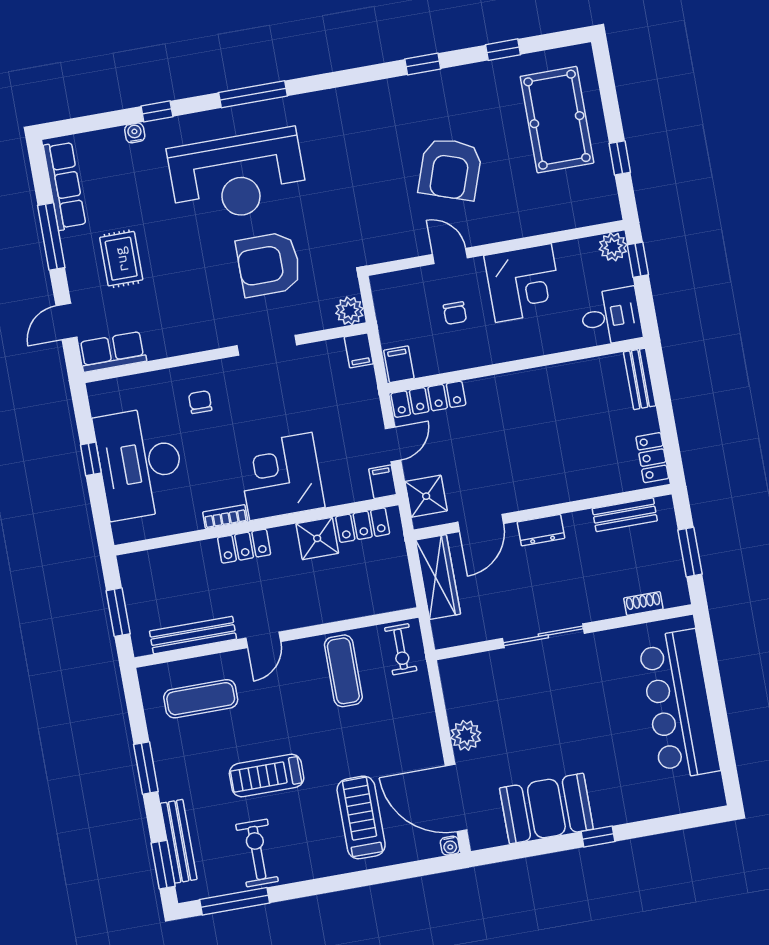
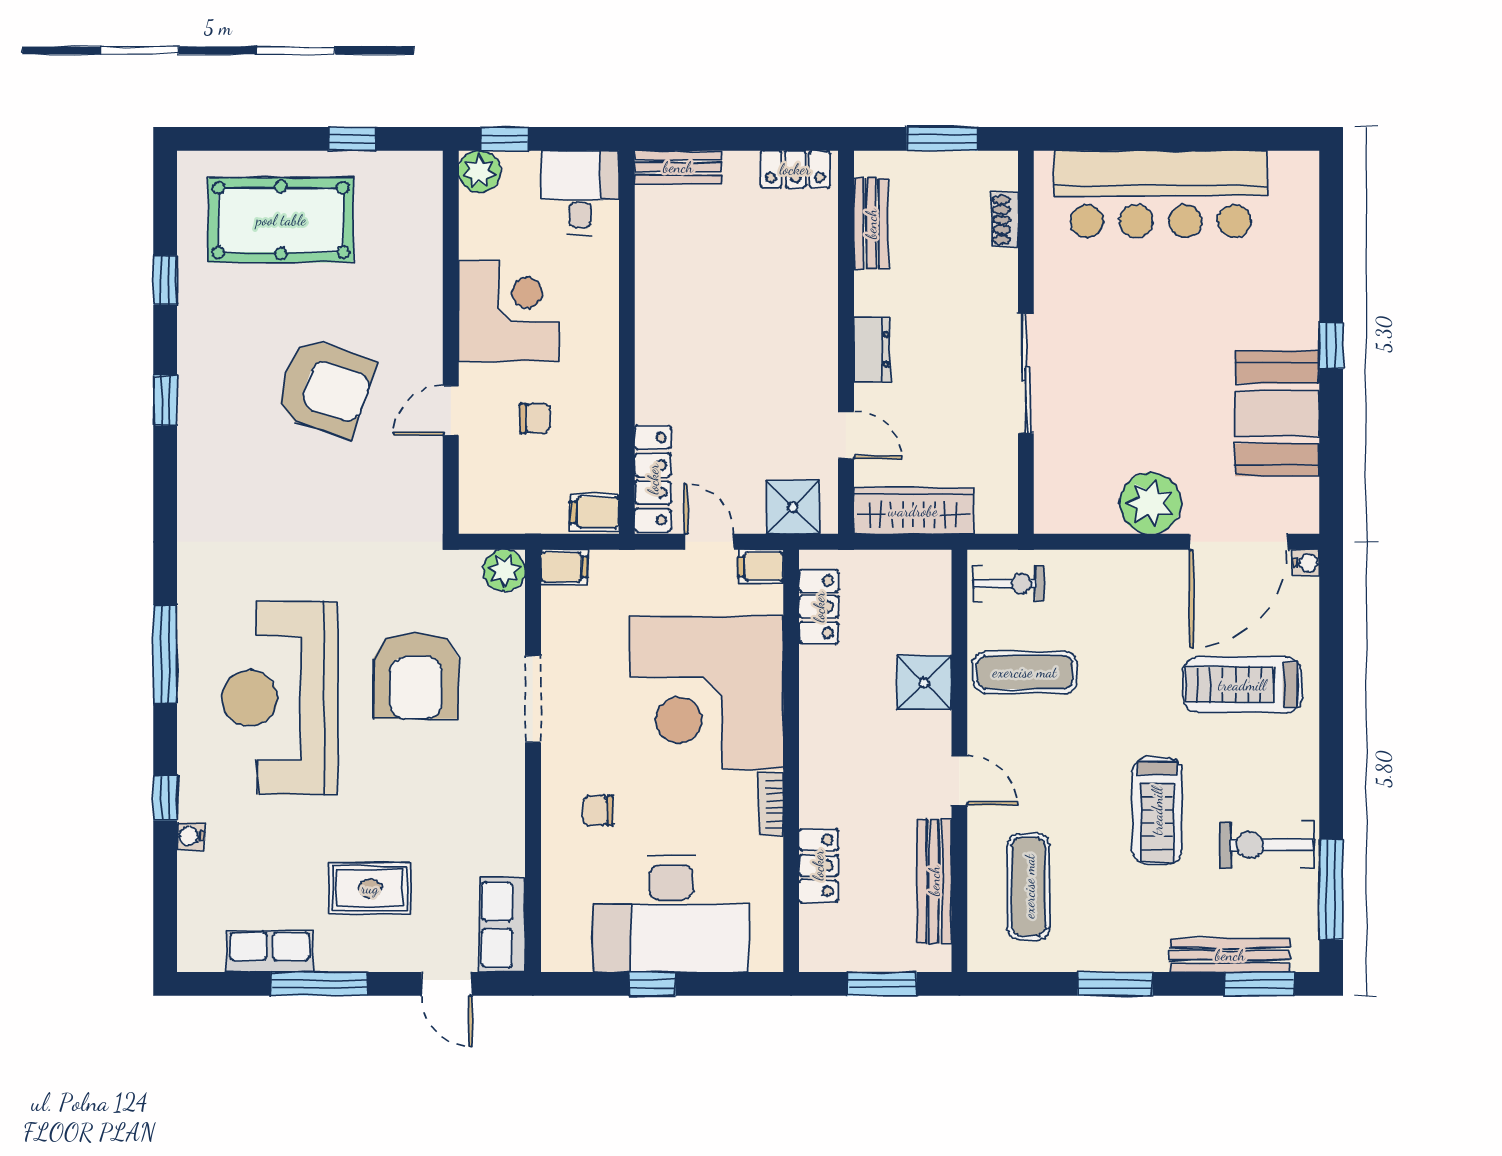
reception desk: (237, 176) -> (280, 698), turned 180
row of seats: (65, 186) -> (270, 951), width x0.68
corner desk: (281, 477) -> (707, 693), width x1.36, depth x1.36
door: (481, 523) -> (846, 435), width x0.73
shower: (317, 538) -> (924, 683), moved
locker: (244, 546) -> (818, 865), moved
plant: (466, 735) -> (1150, 503), width x1.36, depth x1.36

